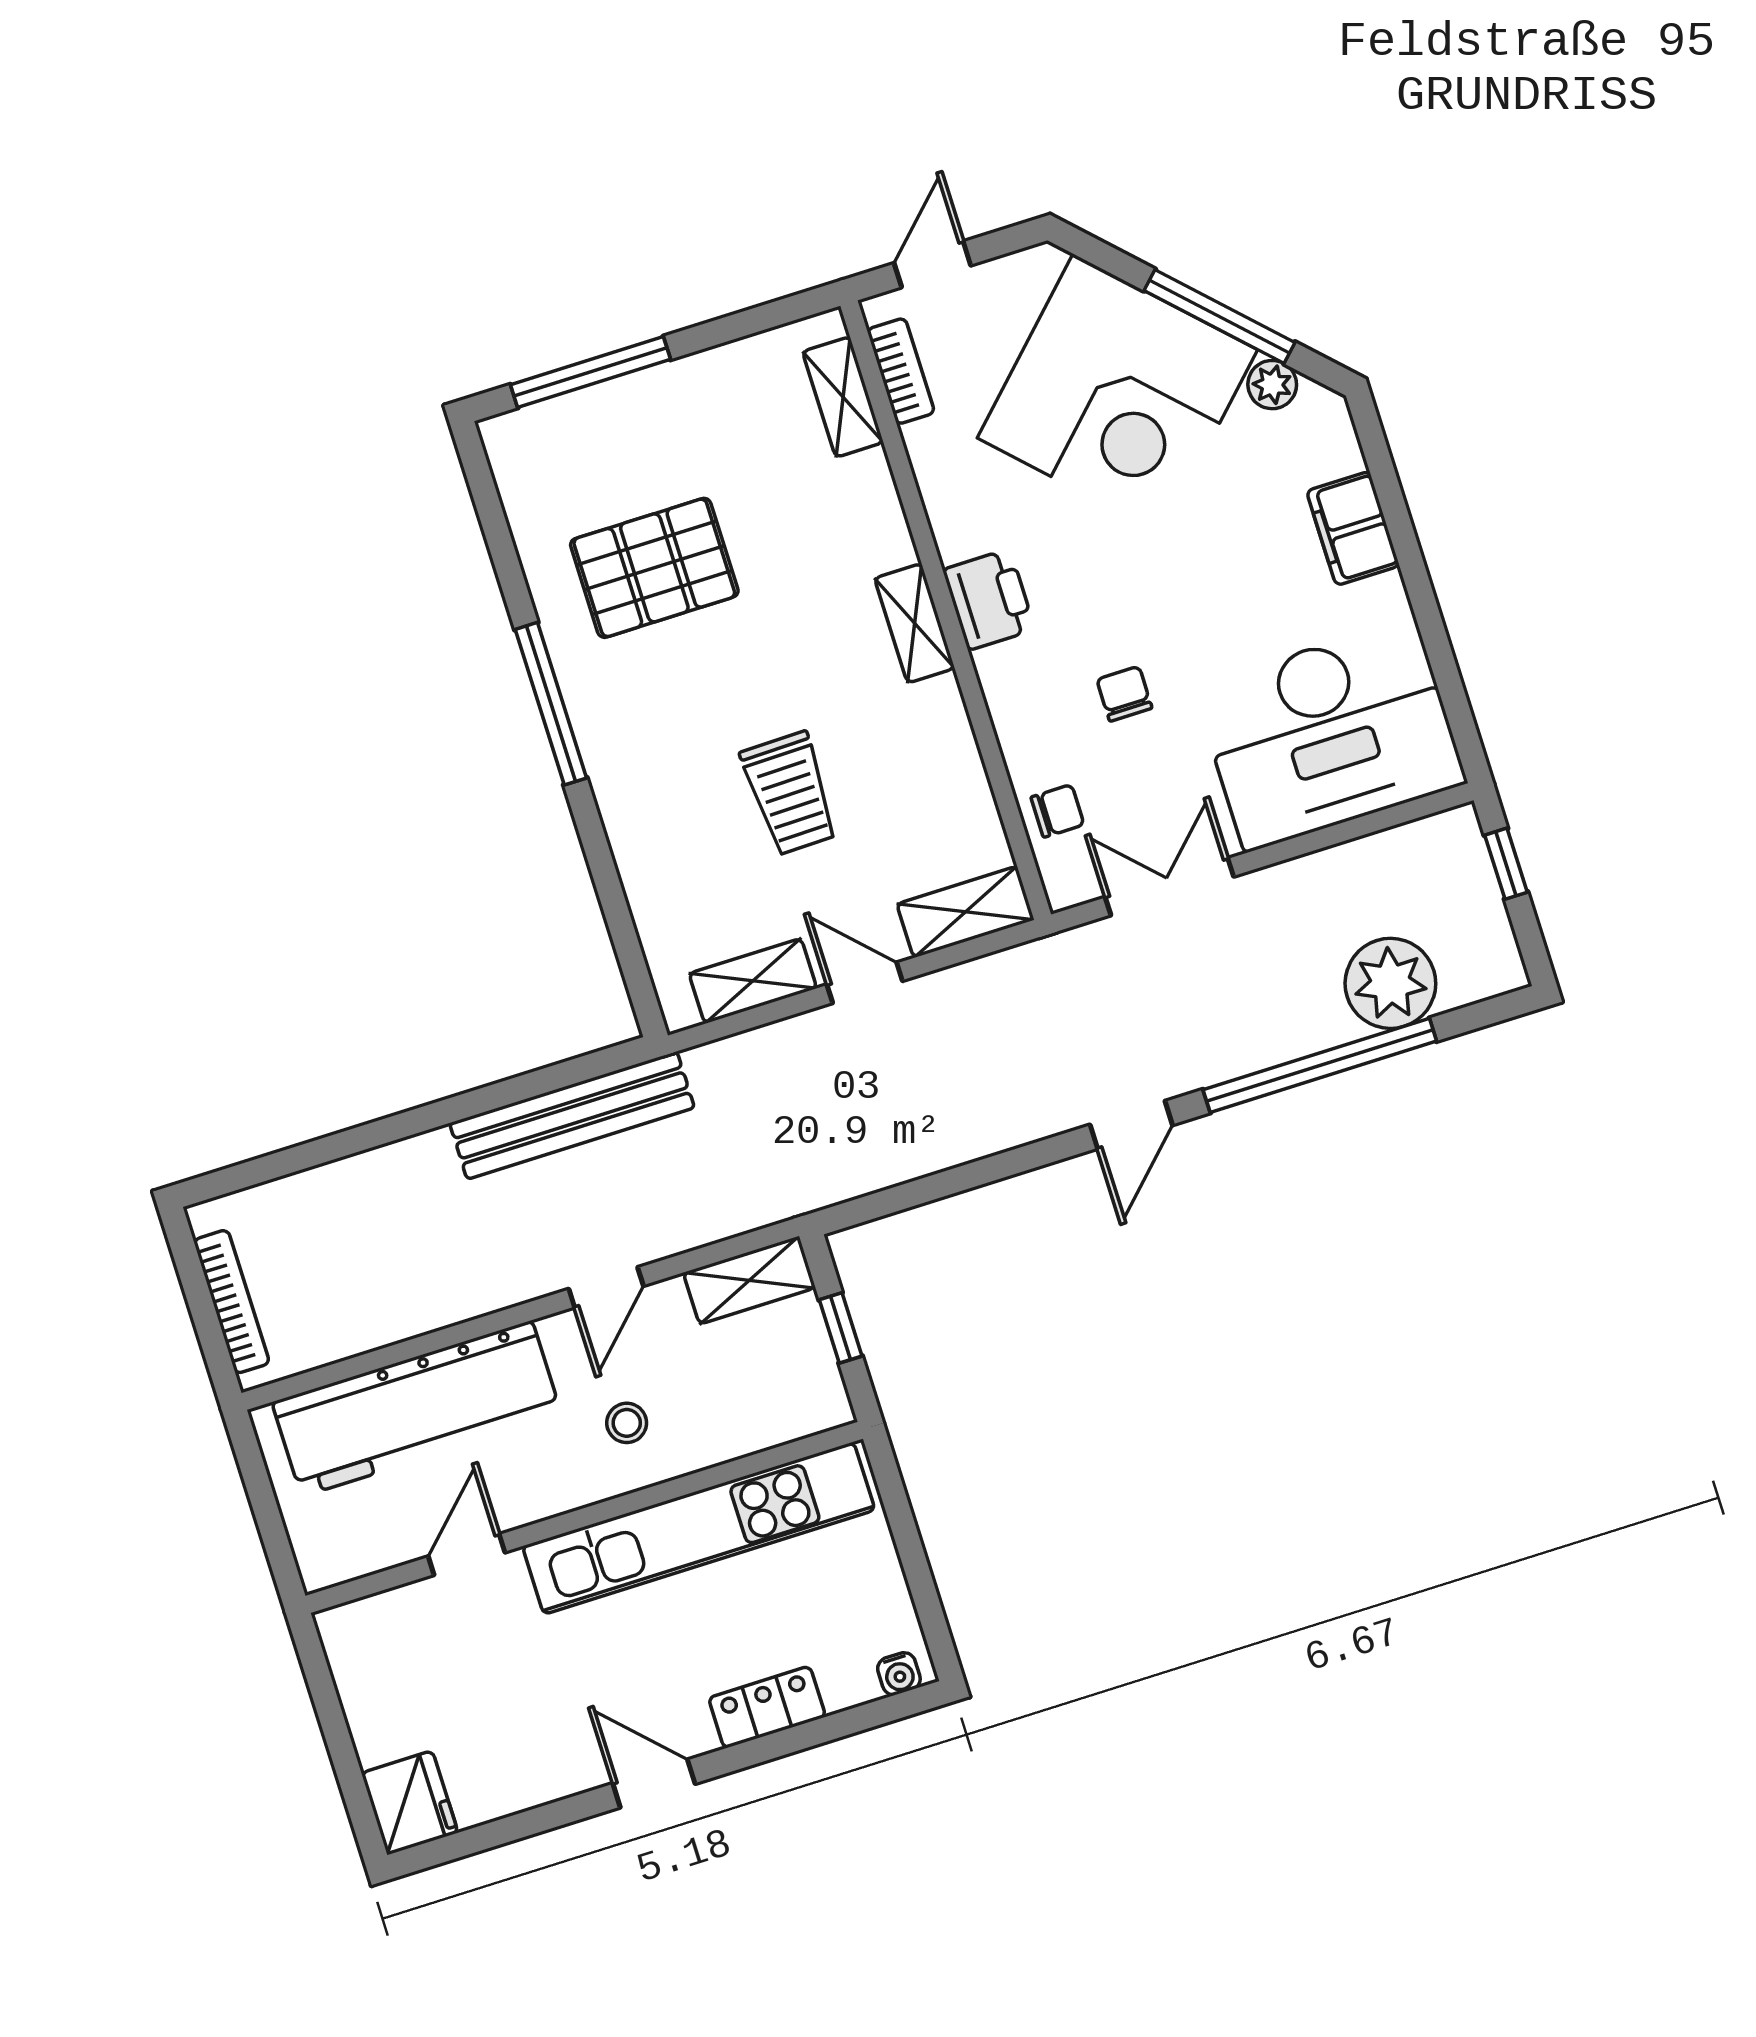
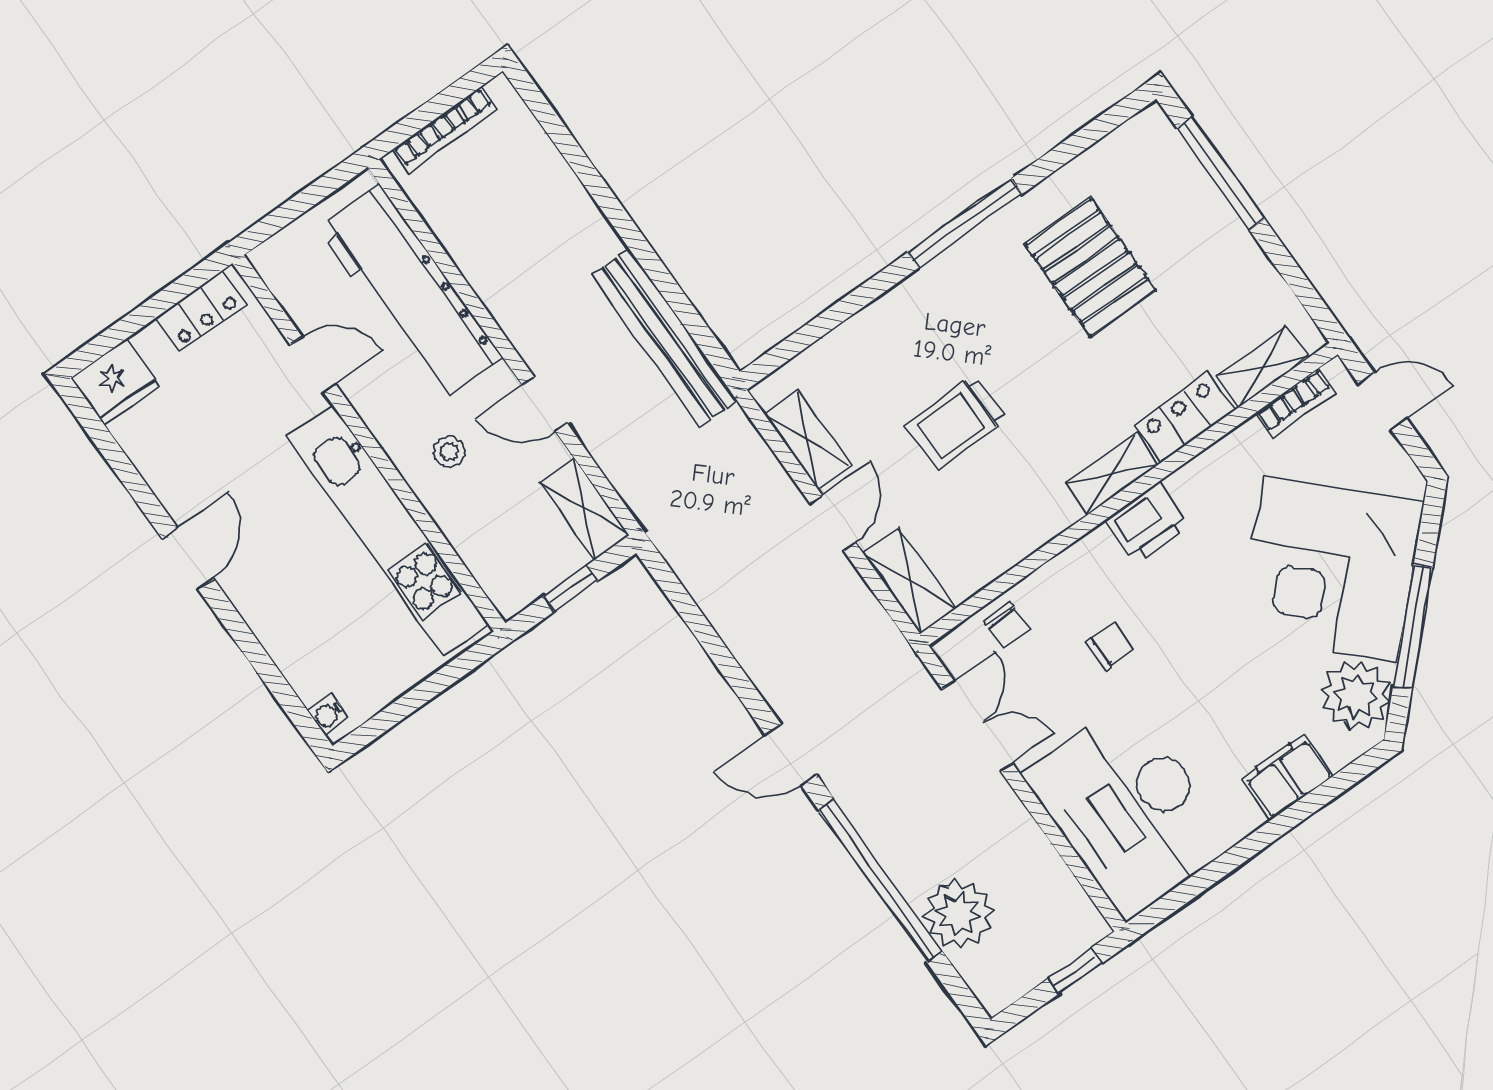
plant: (1272, 385) -> (1356, 696), width x1.87, depth x1.87
locker: (875, 512) -> (1185, 418), added
locker: (767, 1707) -> (201, 311), moved, turned 90

